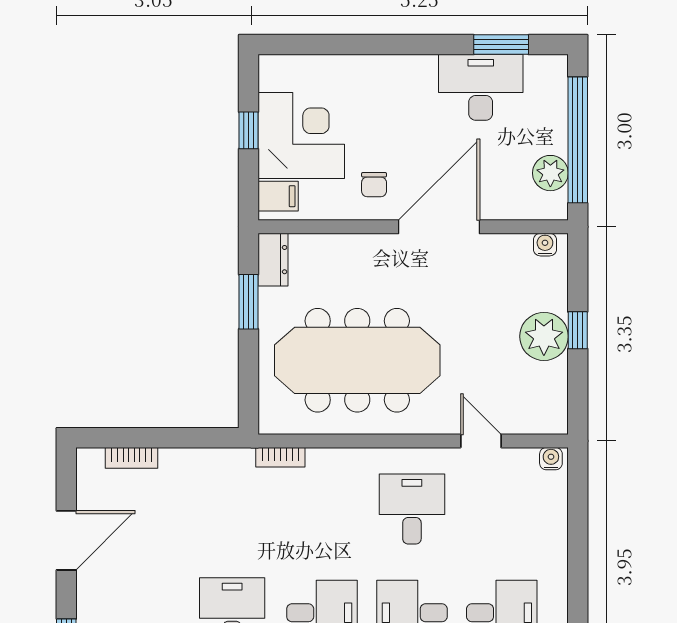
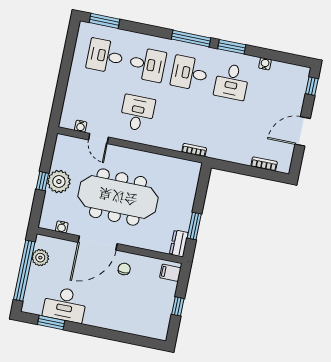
corner desk: (301, 135) -> (154, 299), removed
water cooler: (545, 245) -> (62, 227), moved
meeting table: (357, 360) -> (118, 197), moved
water cooler: (551, 459) -> (81, 126), moved
desk: (412, 509) -> (137, 113), turned 180

